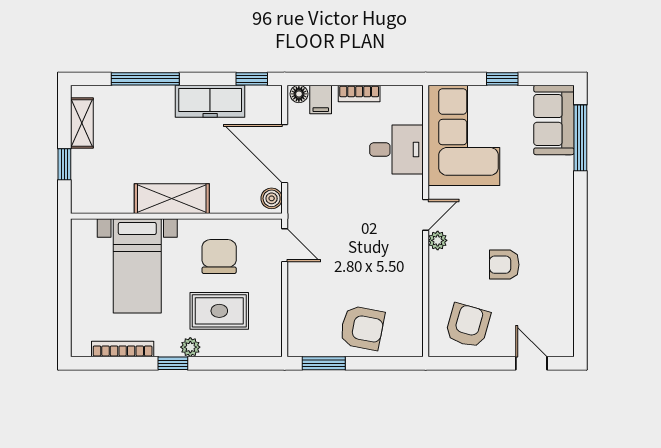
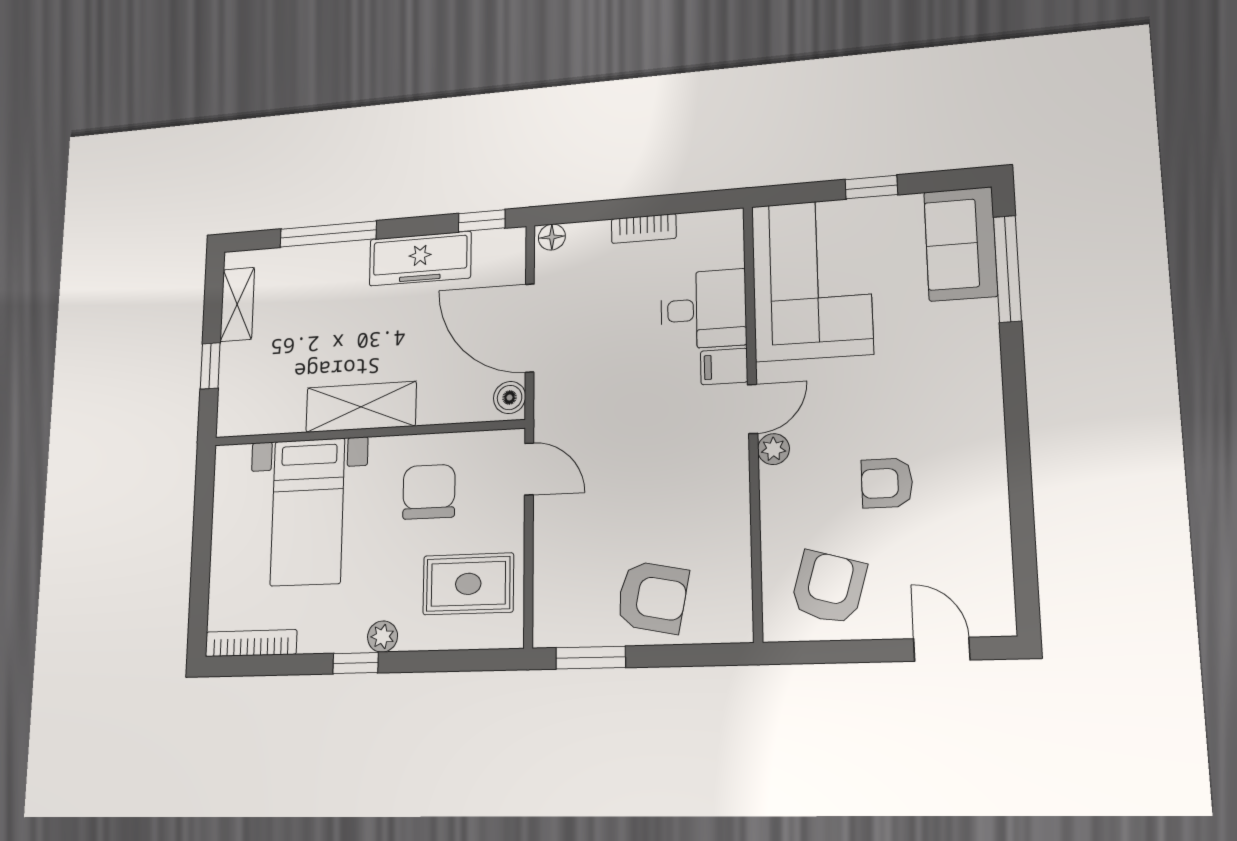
filing cabinet: (321, 100) -> (724, 367), moved, turned 90
rug: (219, 311) -> (468, 584), moved
bookcase: (123, 349) -> (251, 643), moved

